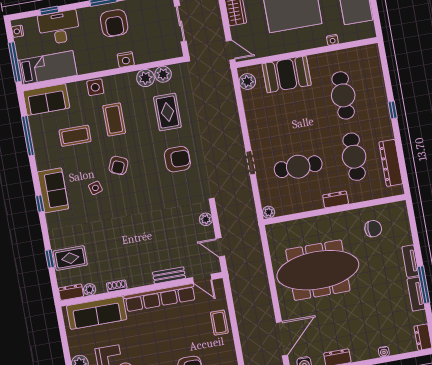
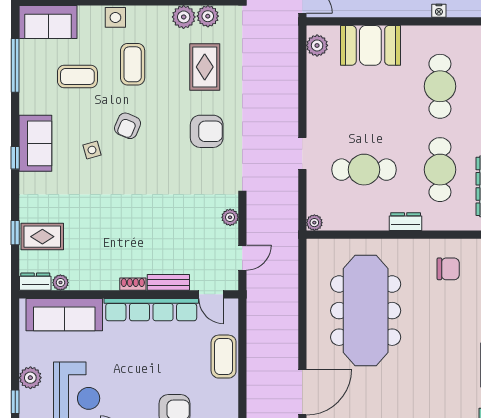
door: (220, 247) -> (242, 258), swing flipped
meeting table: (318, 270) -> (366, 311), turned 90
shoe rack: (117, 286) -> (133, 284), moved
coffee table: (219, 323) -> (224, 357), width x1.36, depth x1.30

